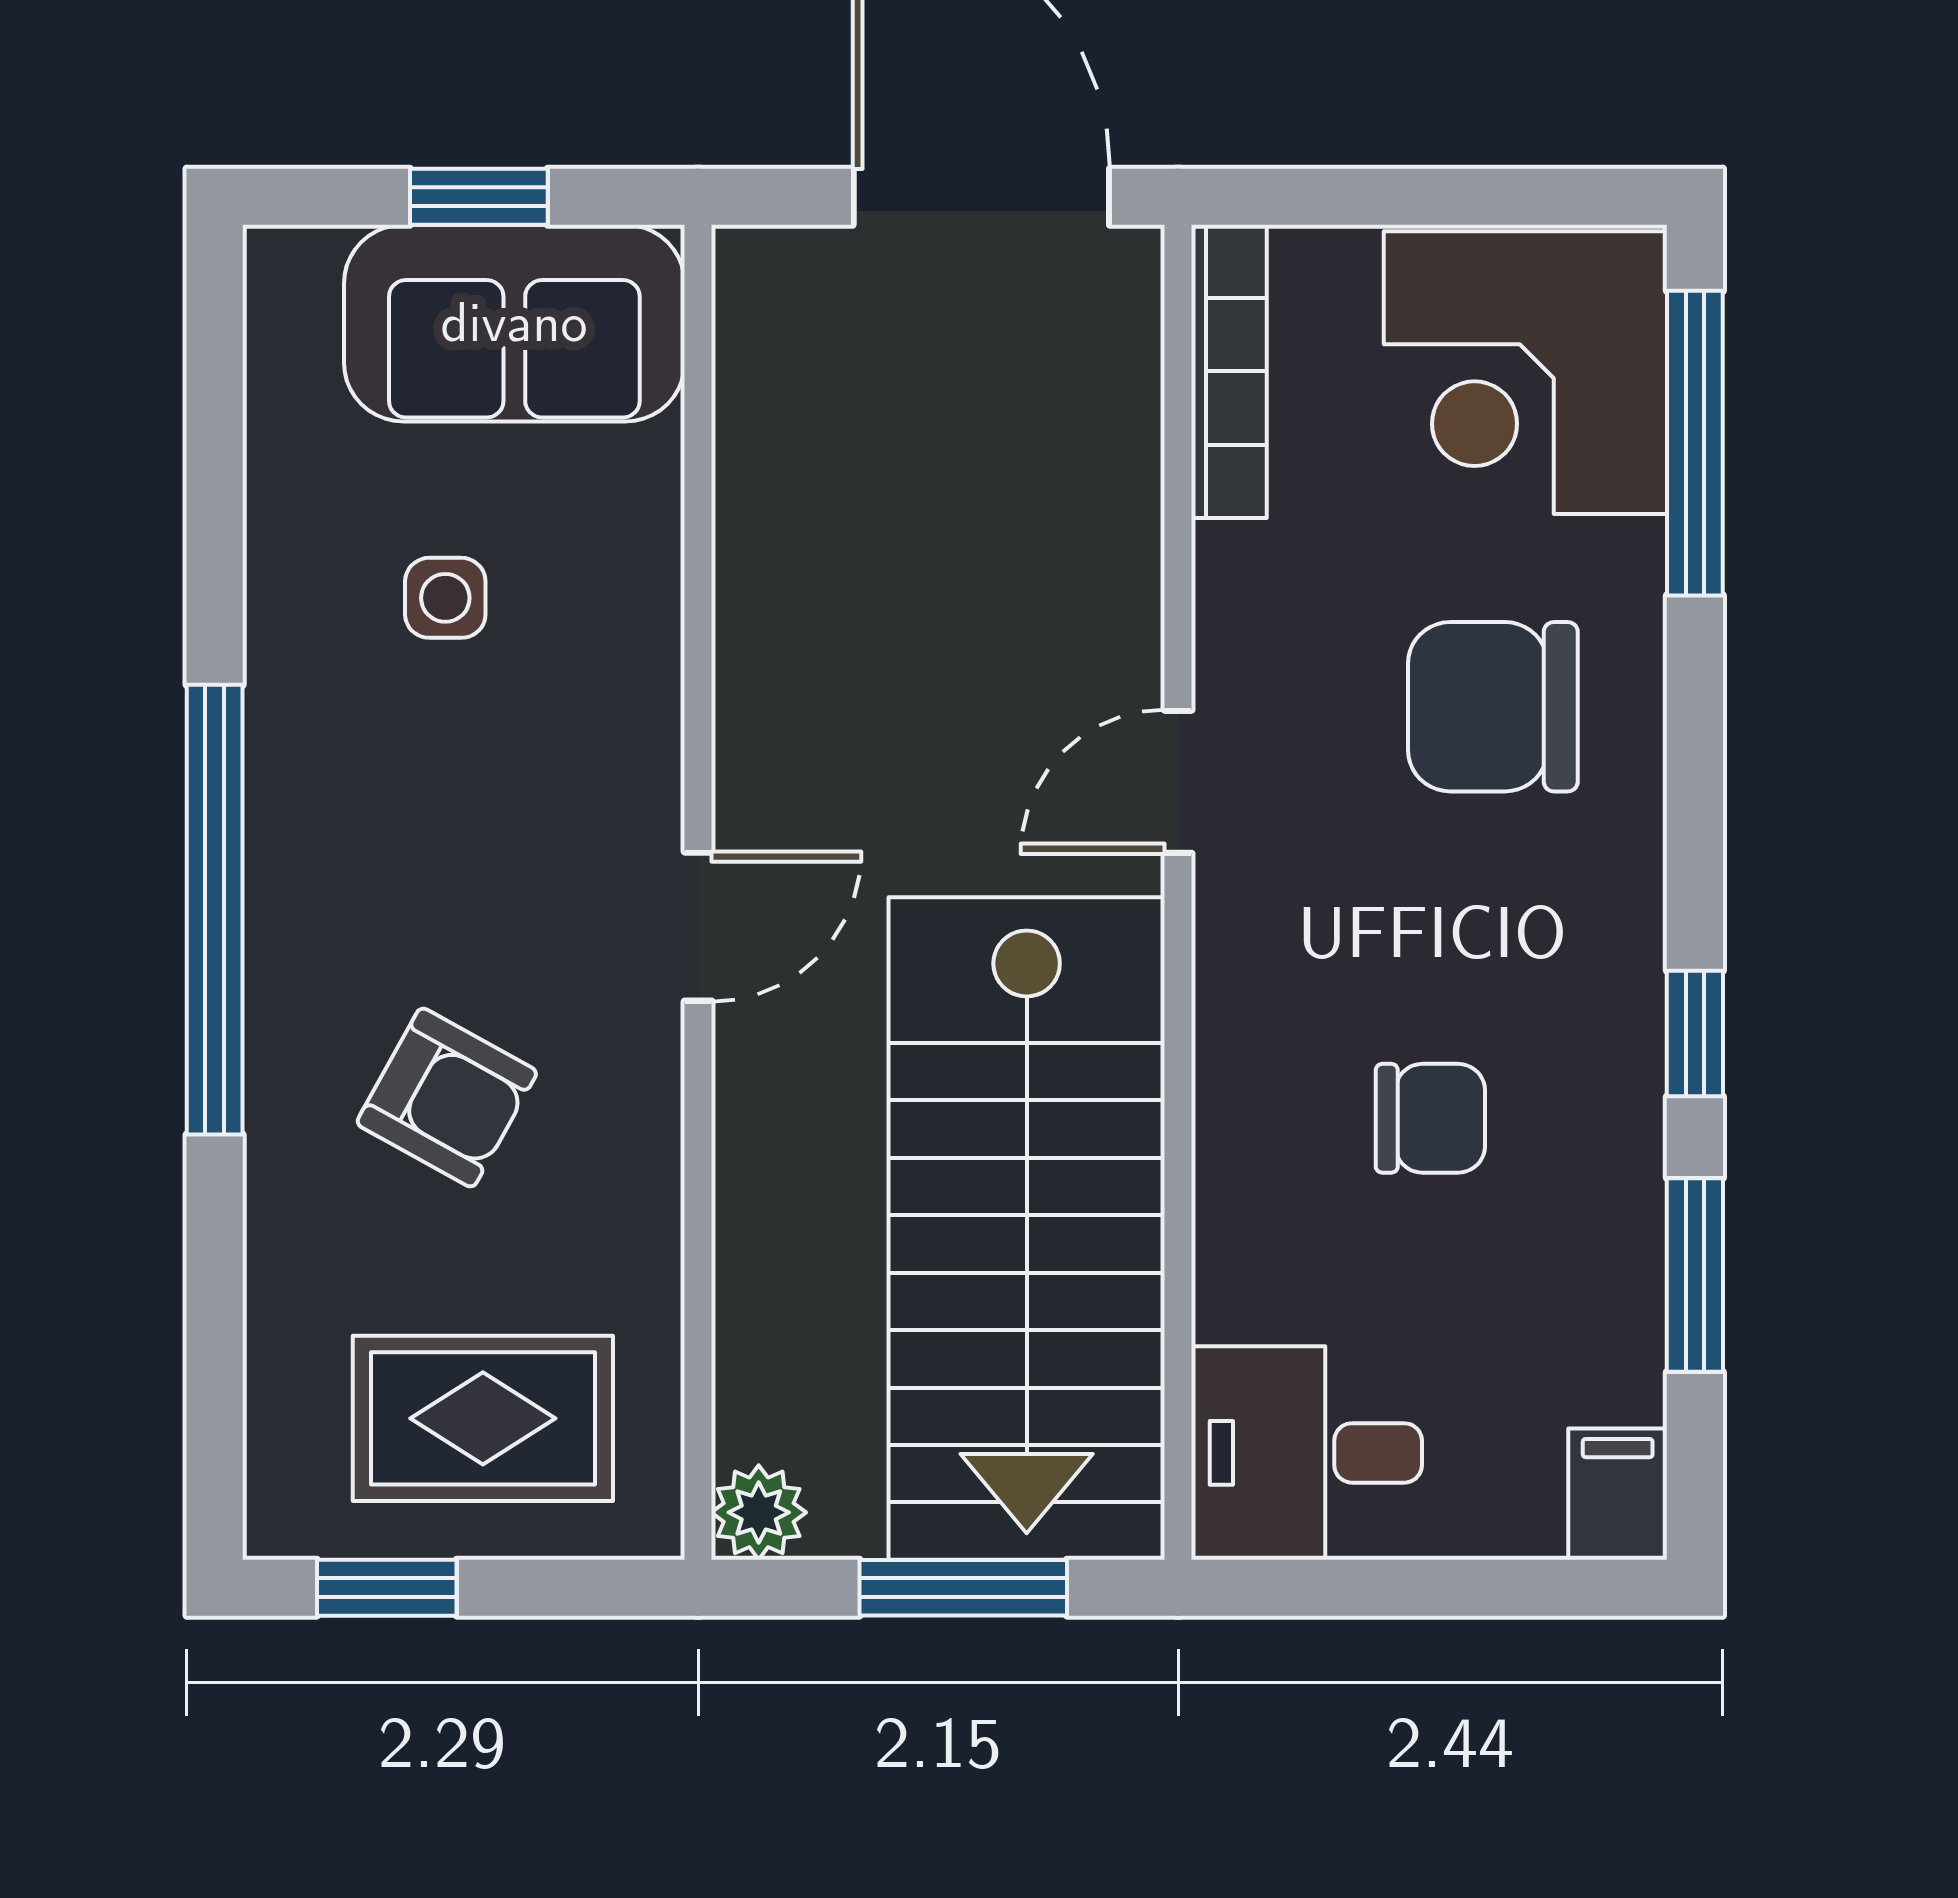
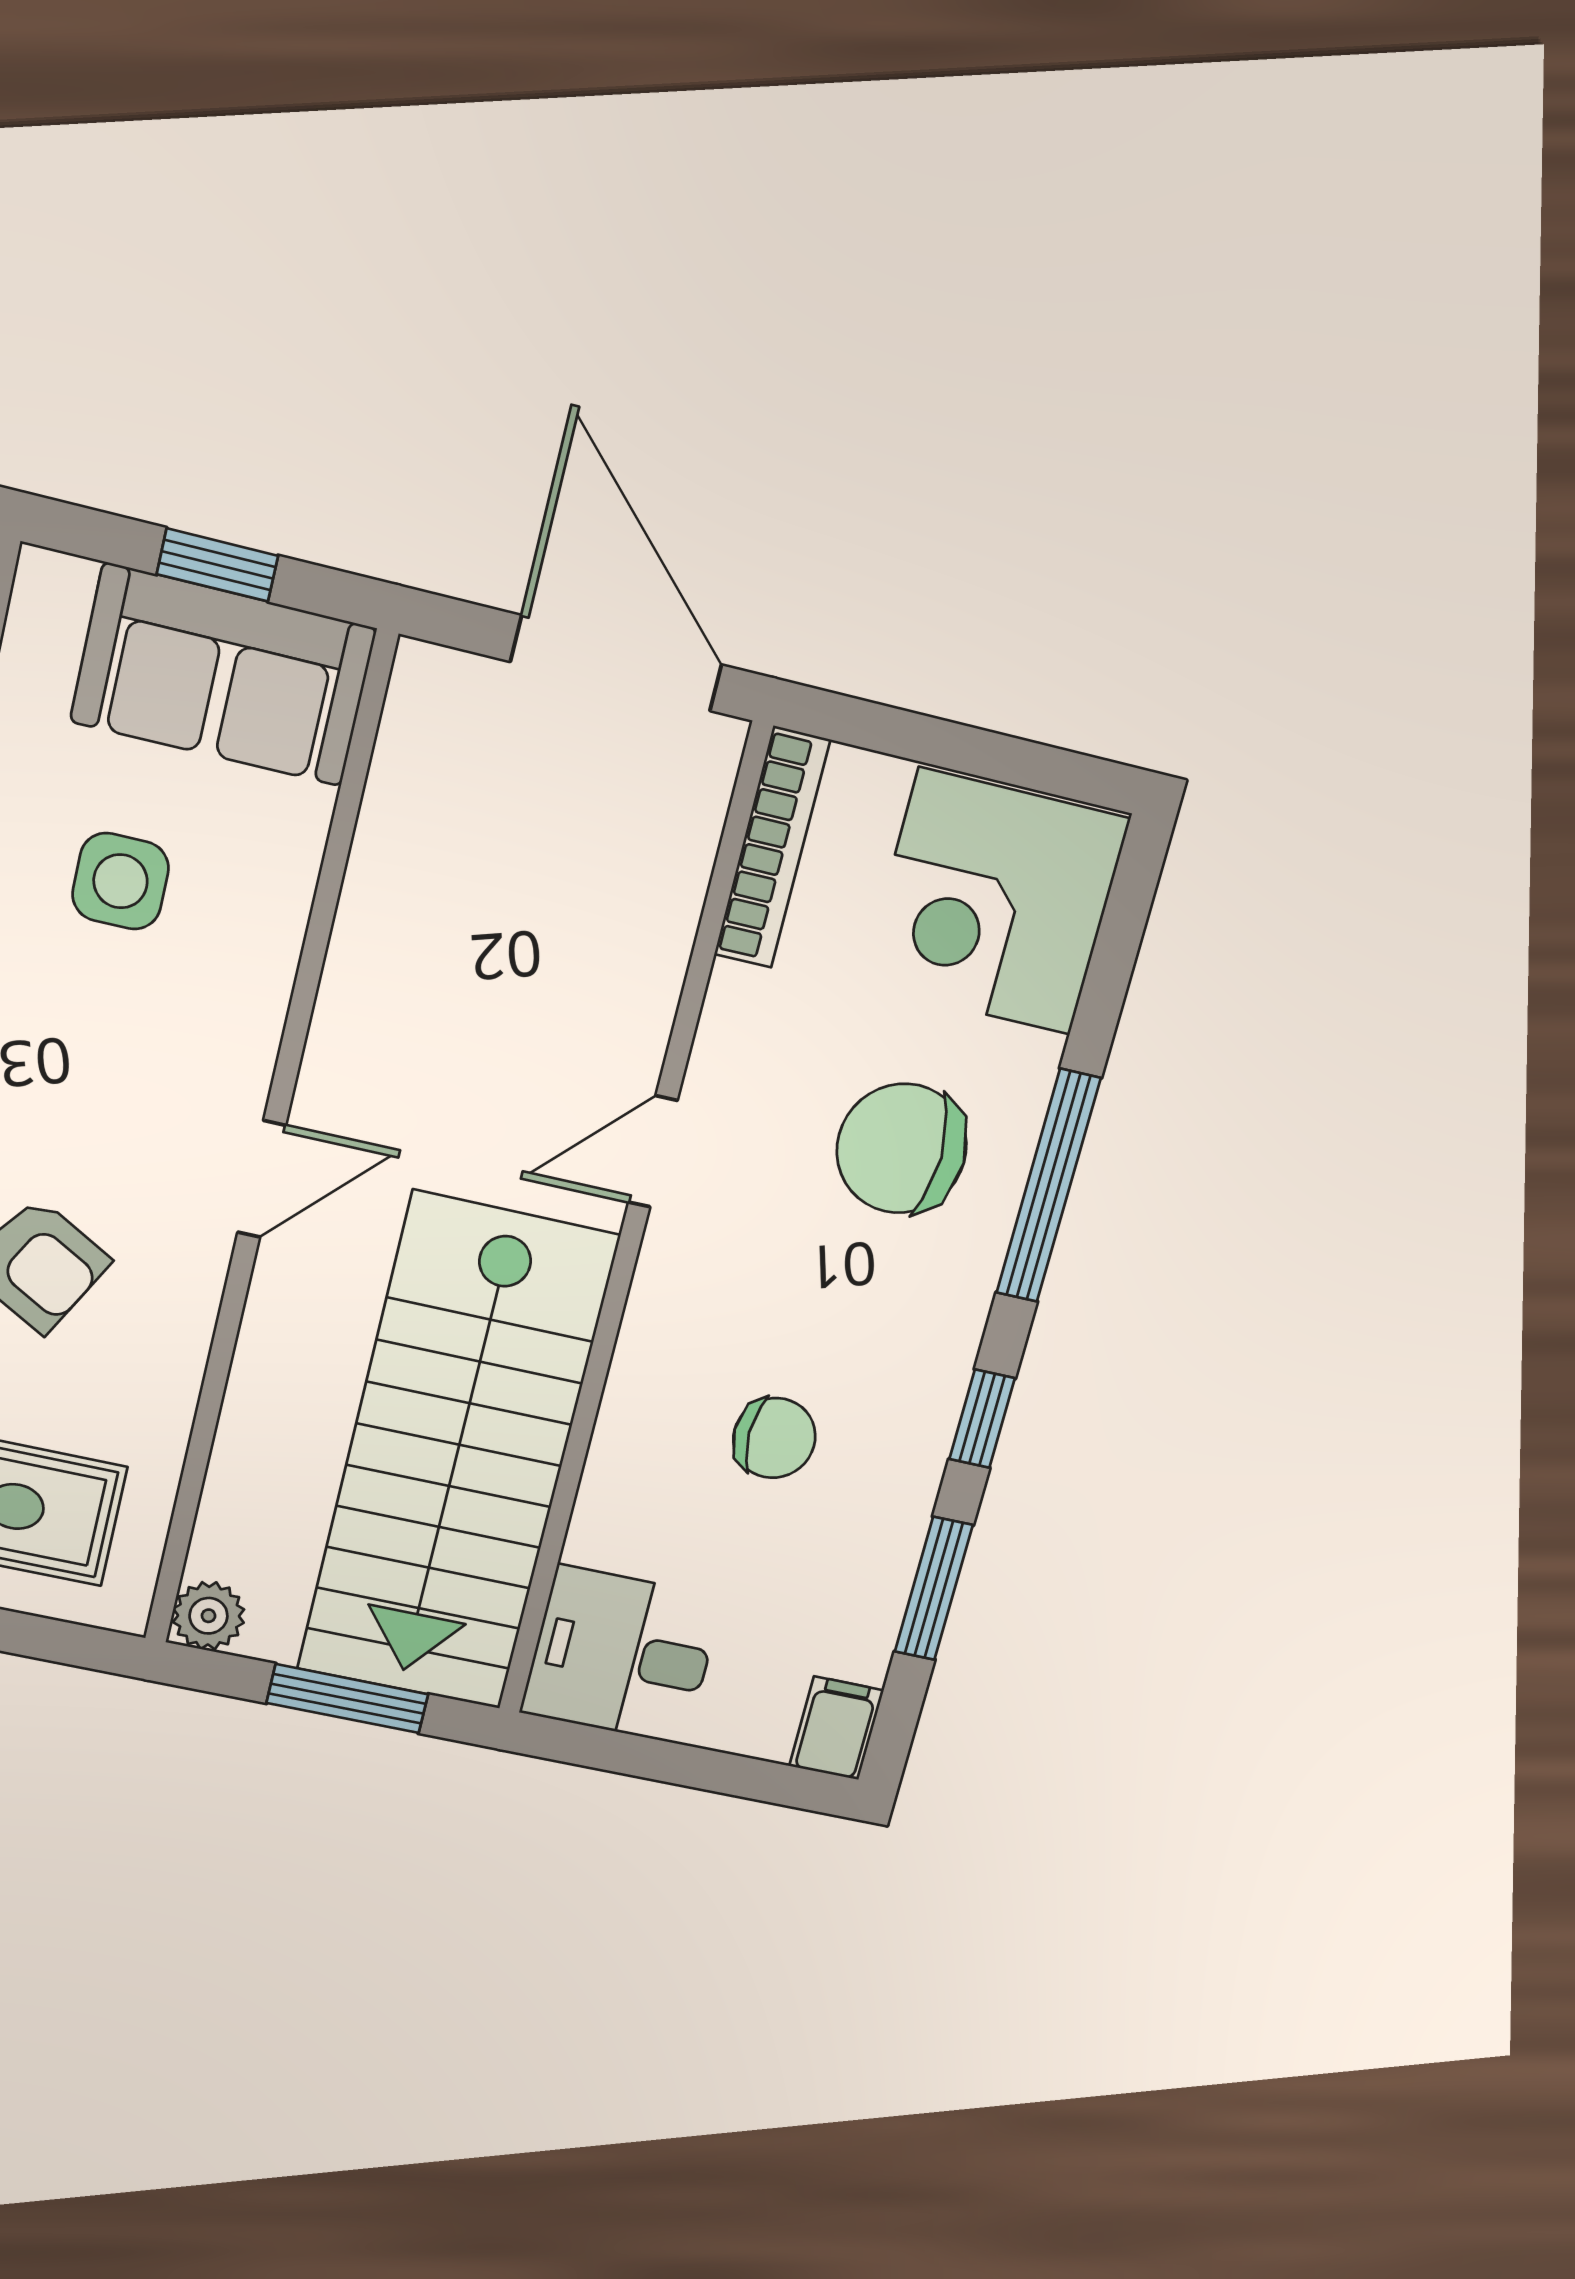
window: (1695, 443) -> (1048, 1186), moved
side table: (445, 598) -> (120, 881), width x1.37, depth x1.37

